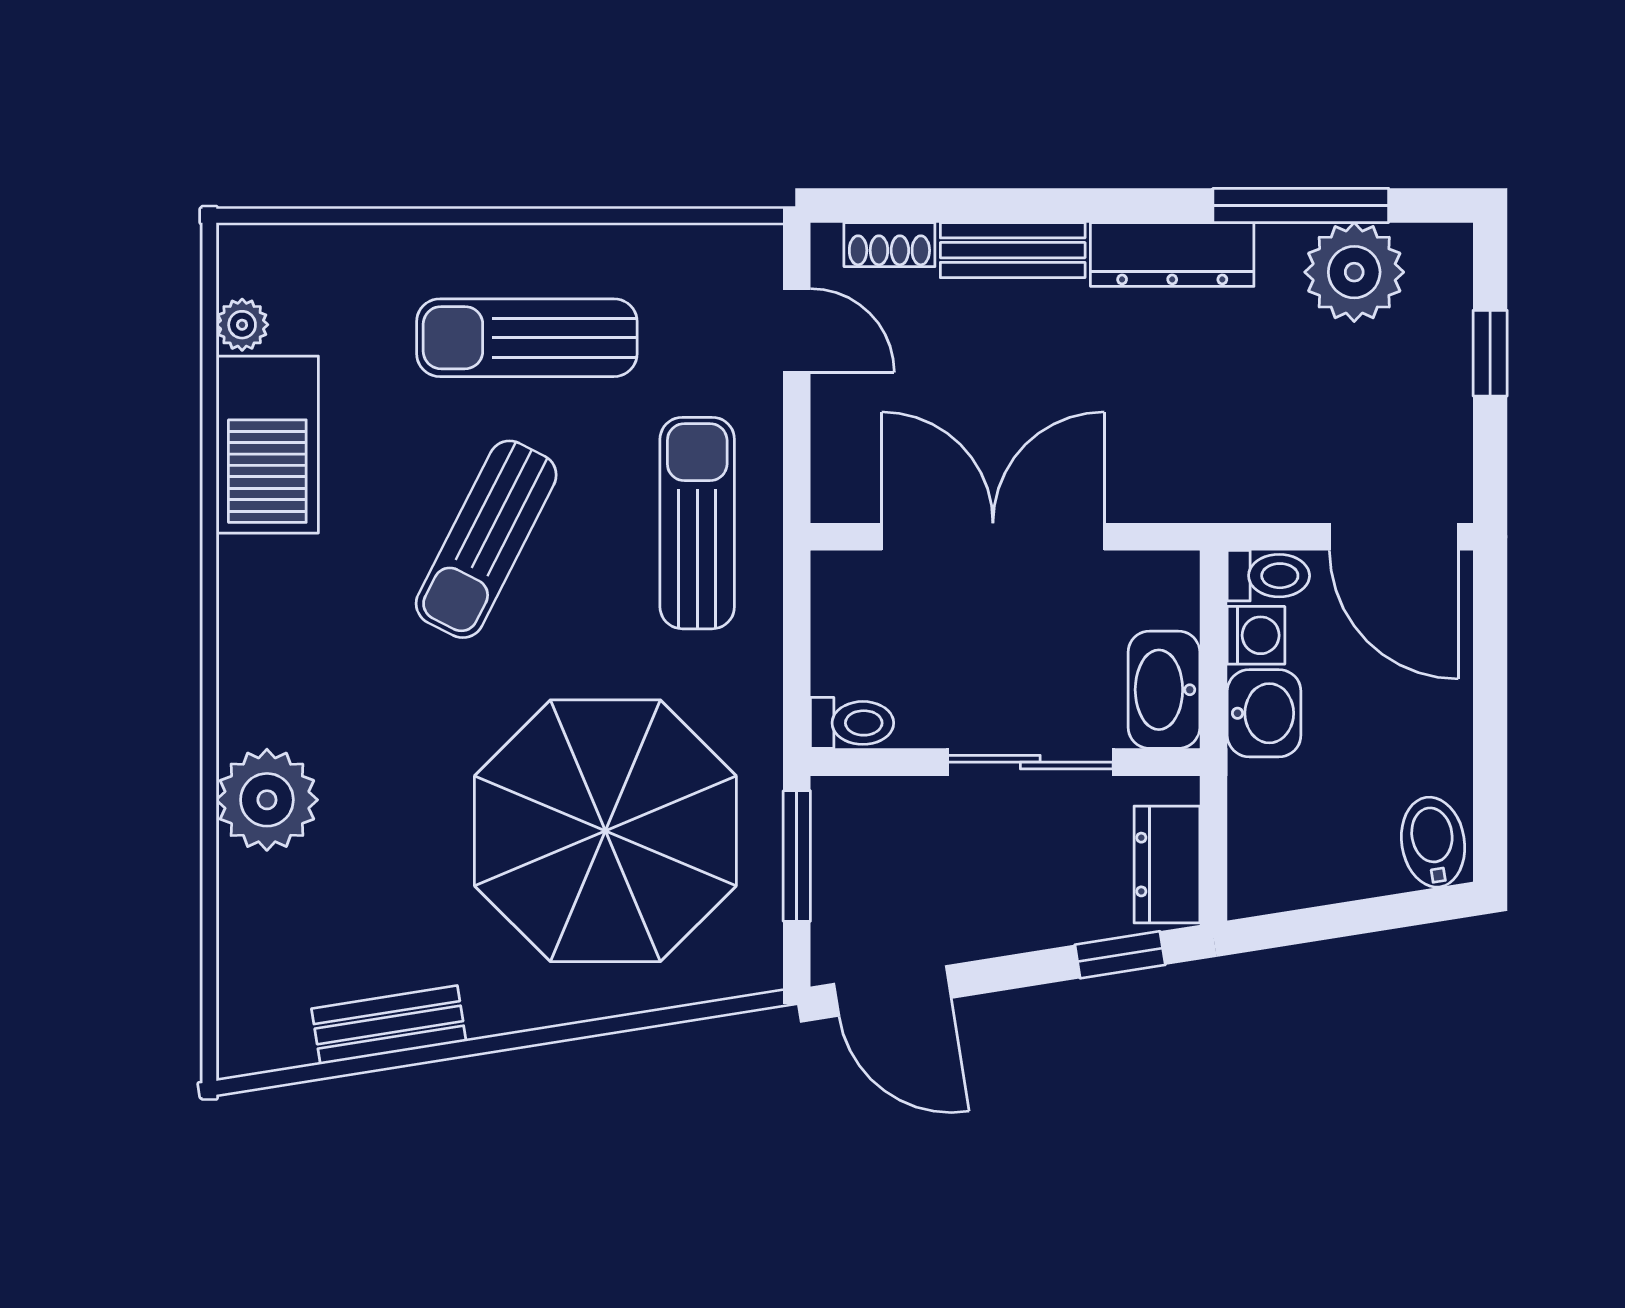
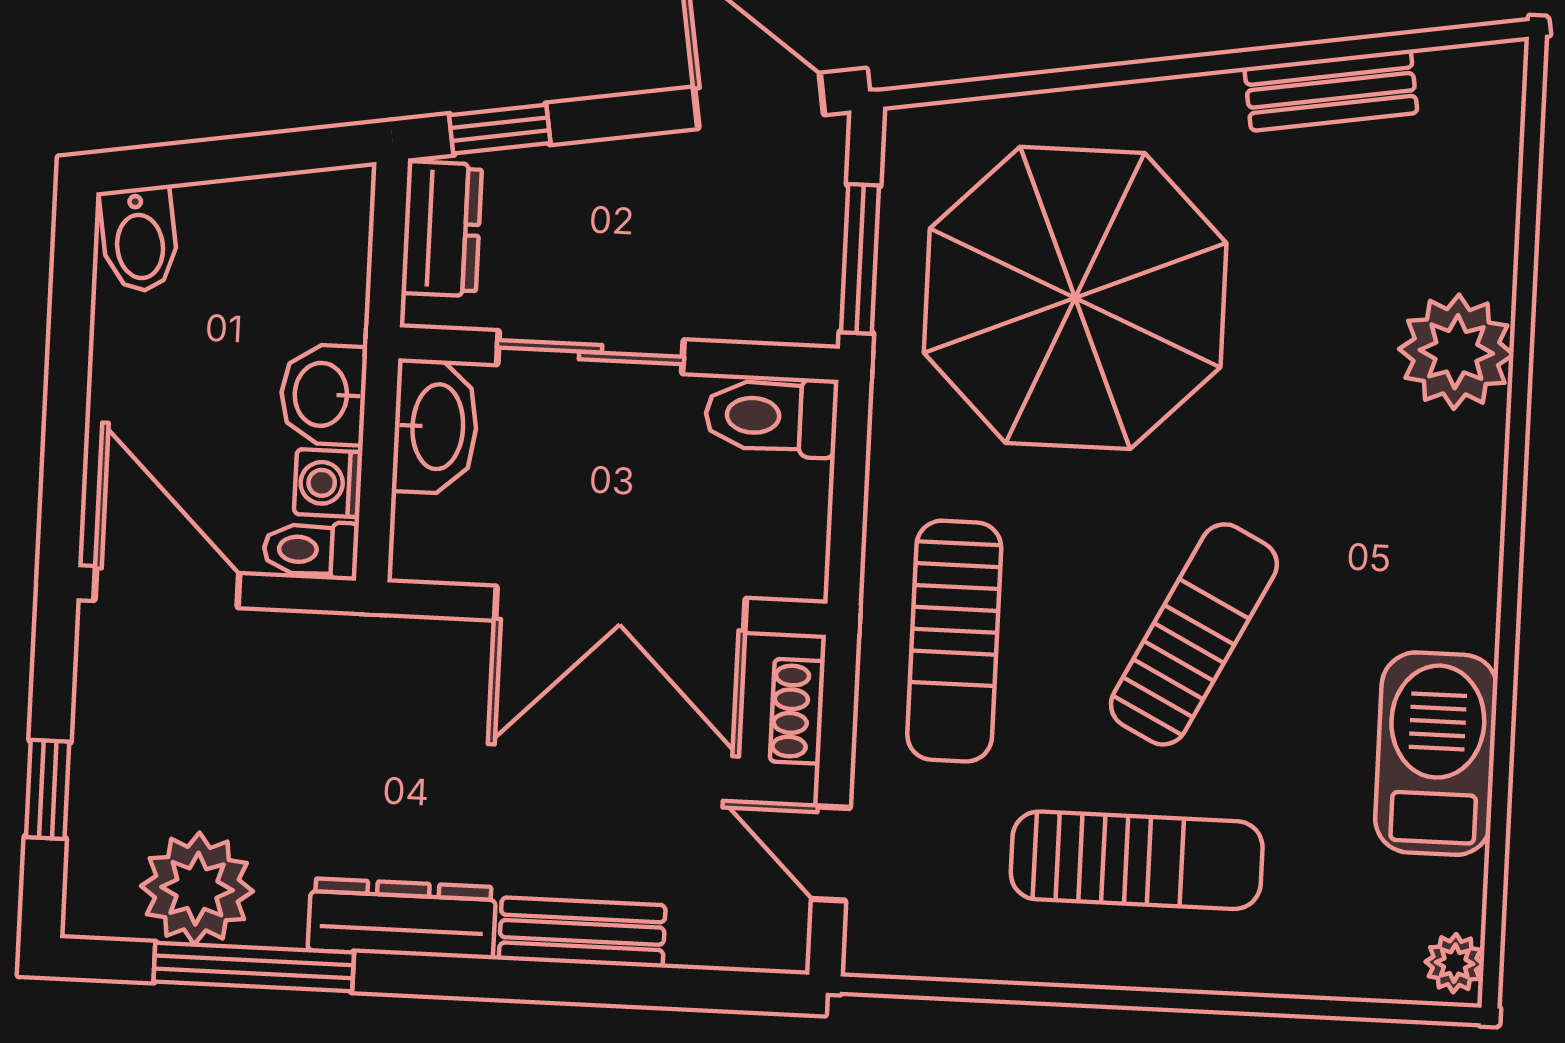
shoe rack: (889, 245) -> (797, 711), moved, turned -90
plant: (242, 325) -> (1455, 963), moved
toilet: (852, 723) -> (771, 416), width x1.37, depth x1.39

